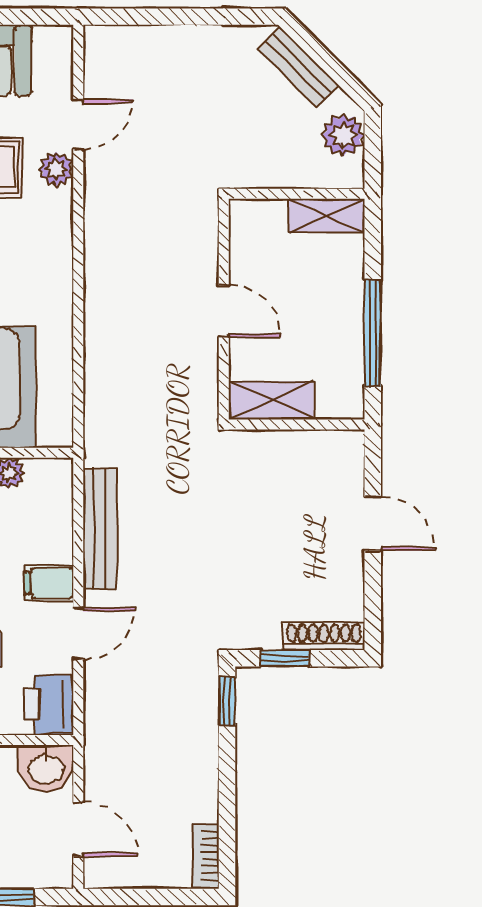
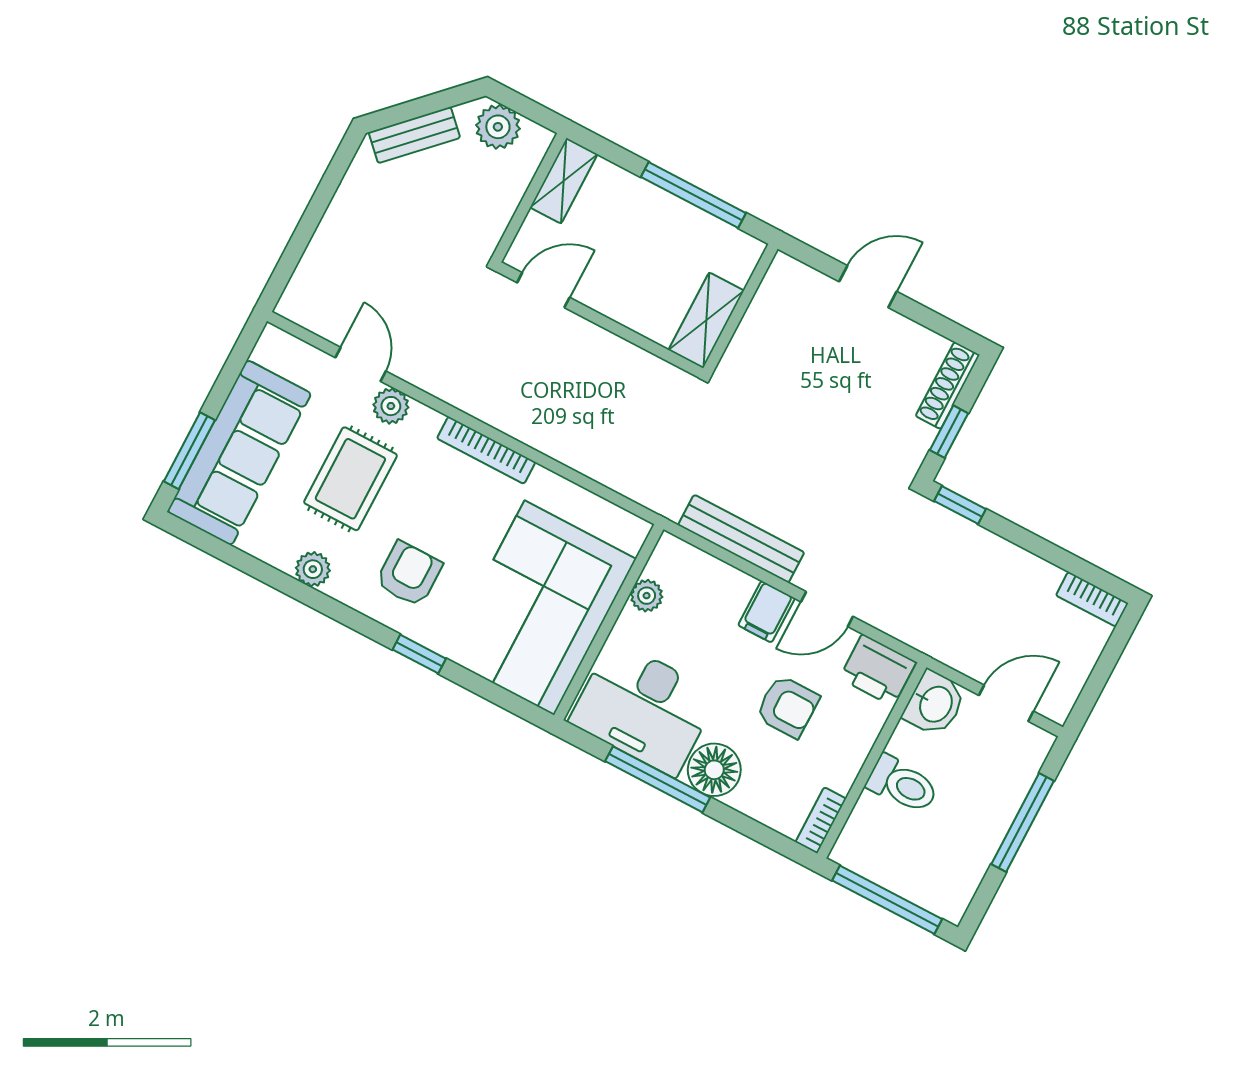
bookcase: (61, 271) -> (486, 450), added
door: (224, 311) -> (543, 290), moved
door: (78, 634) -> (827, 609), swing flipped

